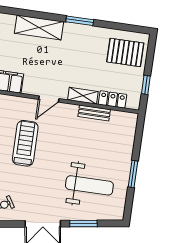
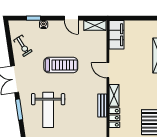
treadmill: (25, 143) -> (61, 65), moved

